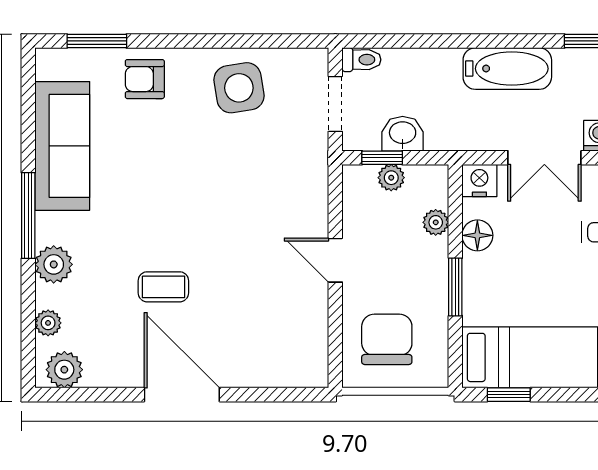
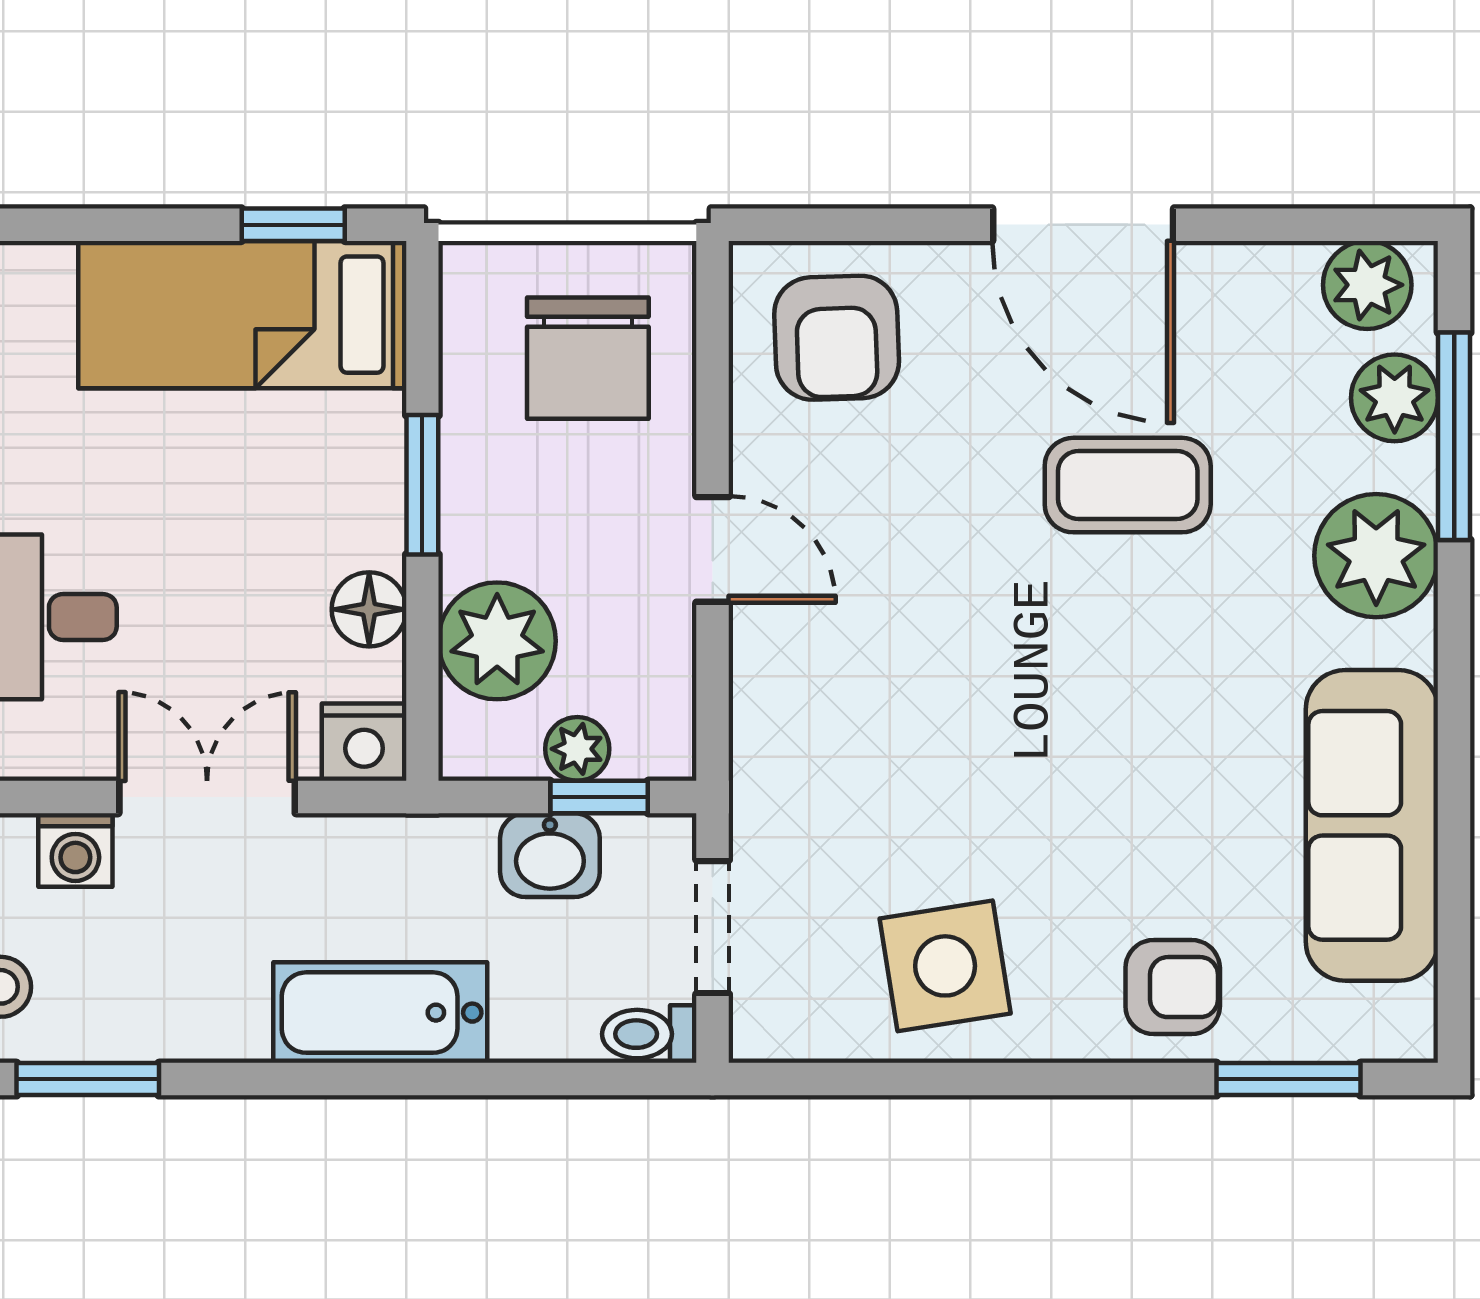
bathtub: (507, 69) -> (380, 1013), moved
window: (28, 215) -> (1454, 436), moved
plant: (436, 222) -> (497, 641), width x1.88, depth x1.88
plant: (54, 264) -> (1376, 556), width x1.36, depth x1.36
coffee table: (163, 287) -> (1128, 485), width x1.36, depth x1.30
plant: (48, 323) -> (1395, 398), width x1.38, depth x1.38
armchair: (284, 348) -> (837, 338), added

